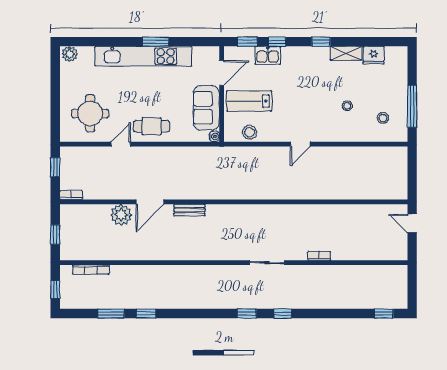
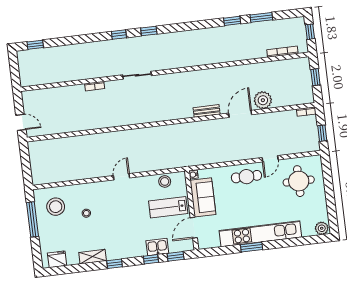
fridge: (374, 55) -> (57, 259), moved
lab bench: (249, 101) -> (168, 207), turned 180
stool: (383, 118) -> (56, 207), width x1.89, depth x1.89

